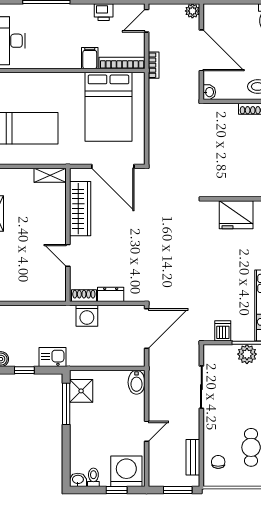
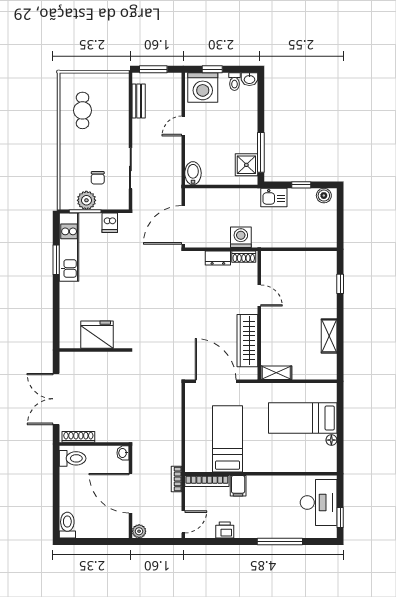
bed: (108, 107) -> (227, 439), width x0.67
chair: (218, 462) -> (98, 178), moved

